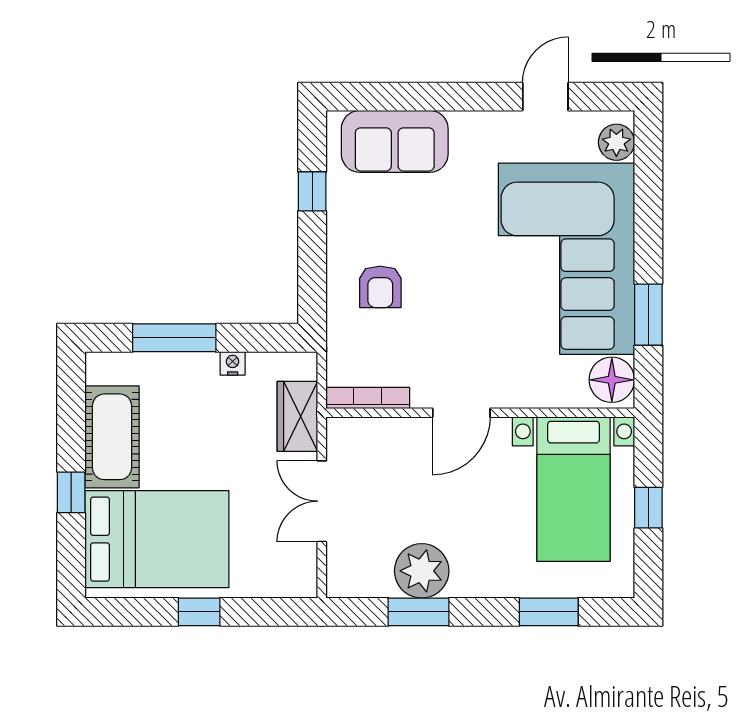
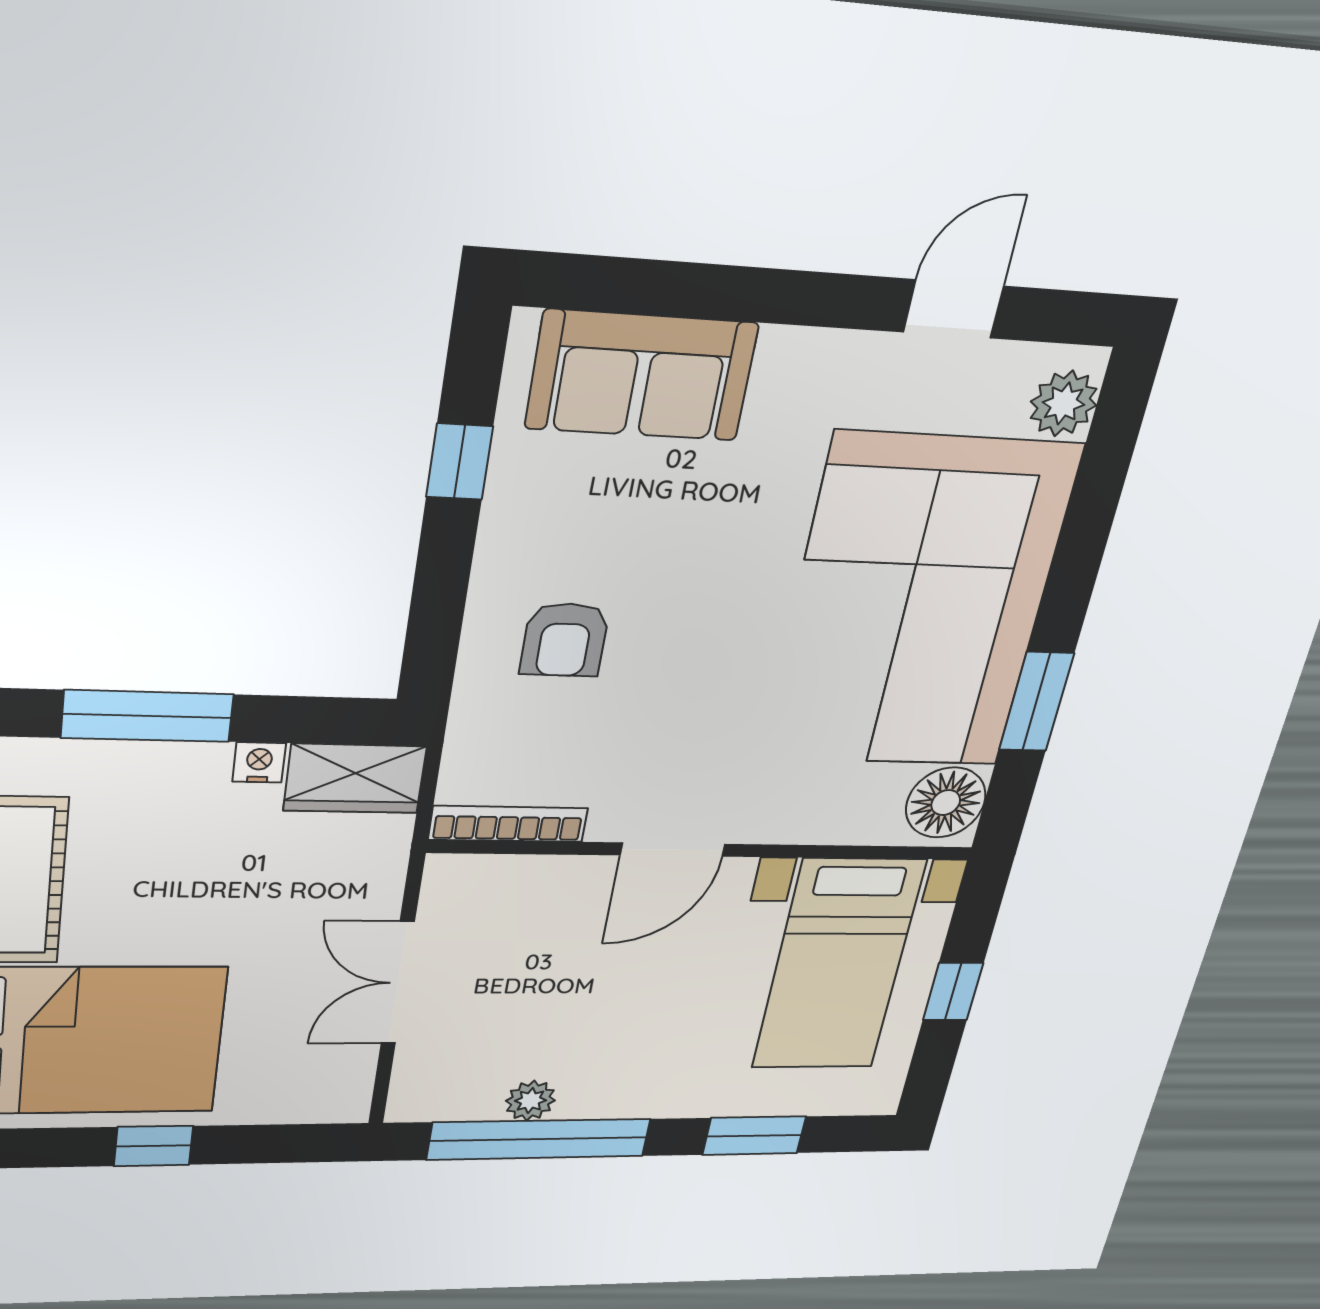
wardrobe: (297, 416) -> (355, 779), moved, turned -90
plant: (422, 571) -> (530, 1101), width x0.53, depth x0.53
window: (419, 612) -> (539, 1139), width x2.11

